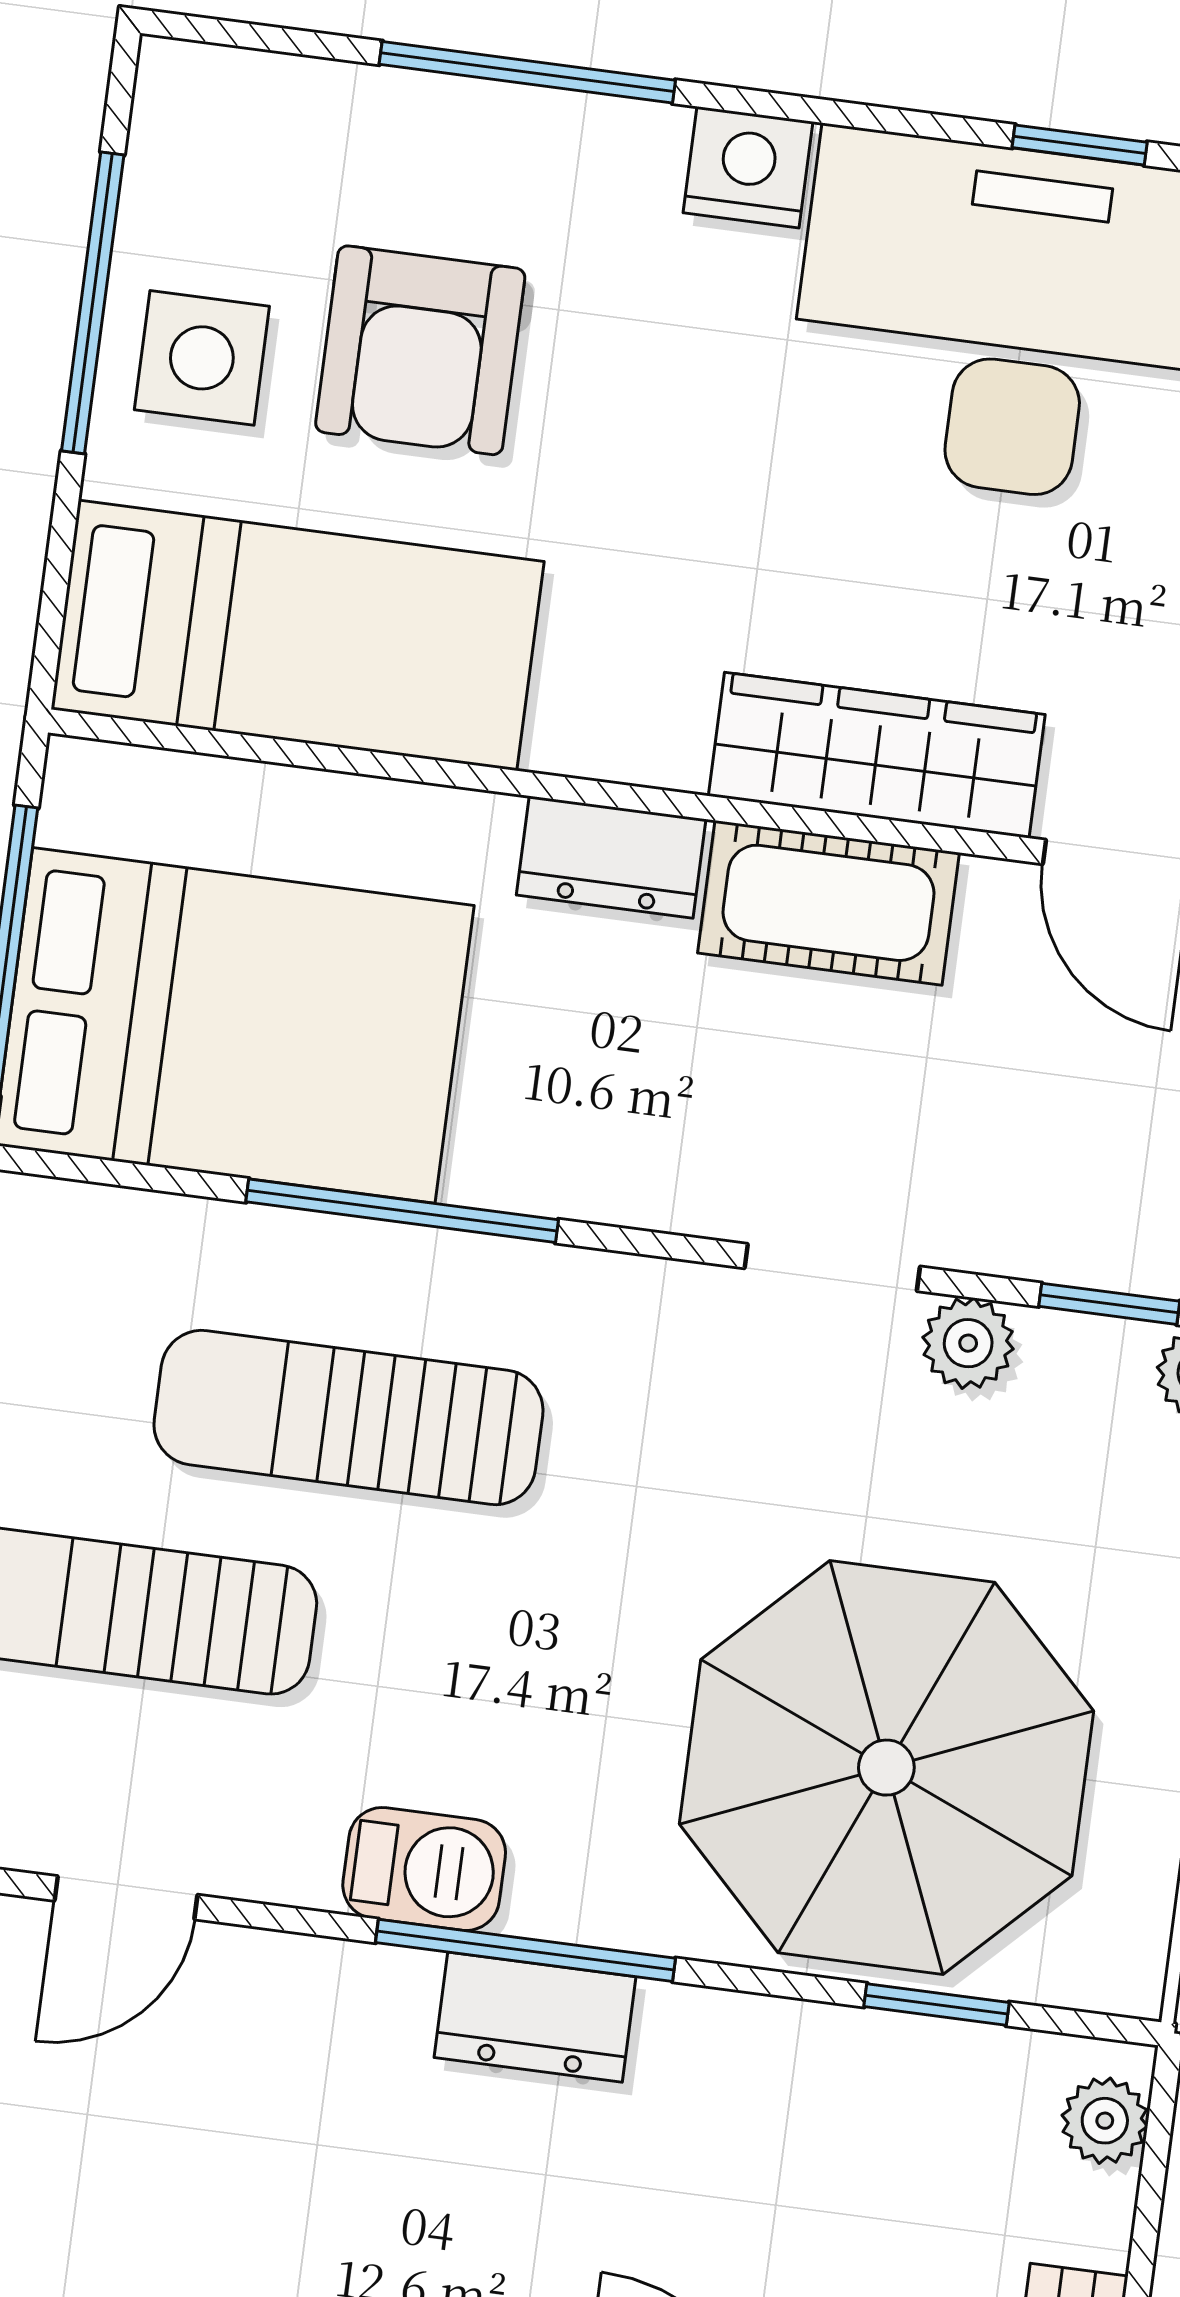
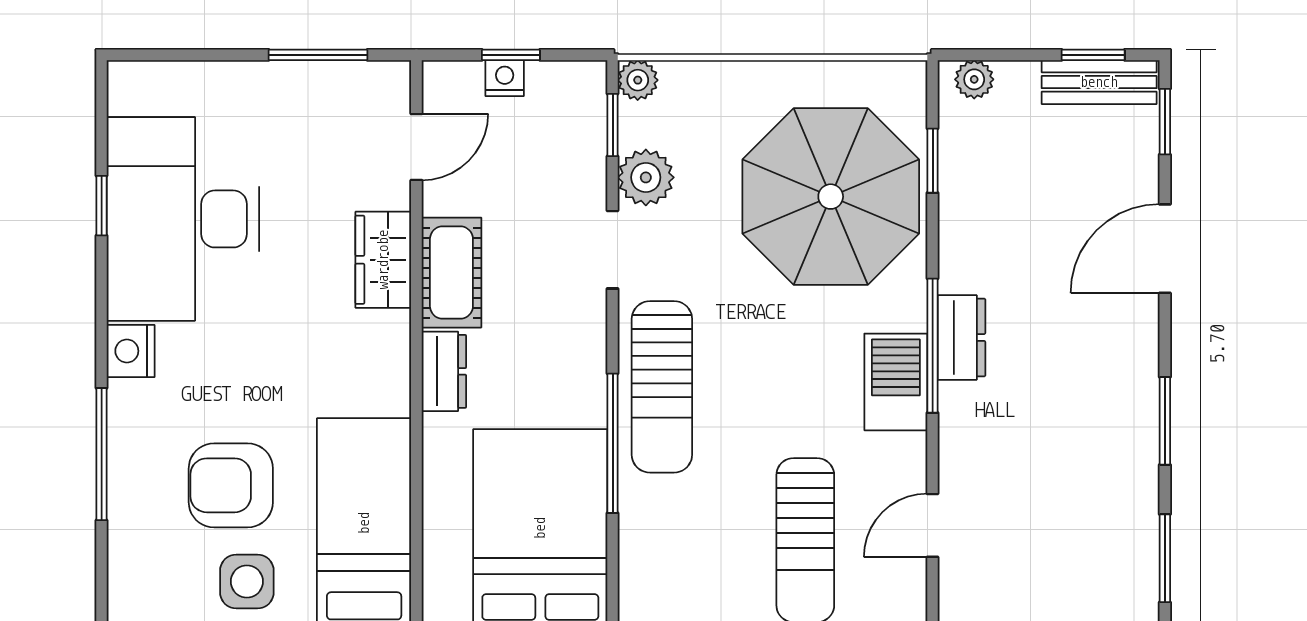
armchair: (420, 350) -> (231, 485), turned 180
wardrobe: (877, 755) -> (383, 260), width x0.67
plant: (968, 1343) -> (646, 177), width x1.38, depth x1.38
sun lounger: (348, 1417) -> (662, 387), moved
barbecue: (424, 1869) -> (896, 382), width x1.38, depth x1.27
door: (126, 1898) -> (933, 525), swing flipped

